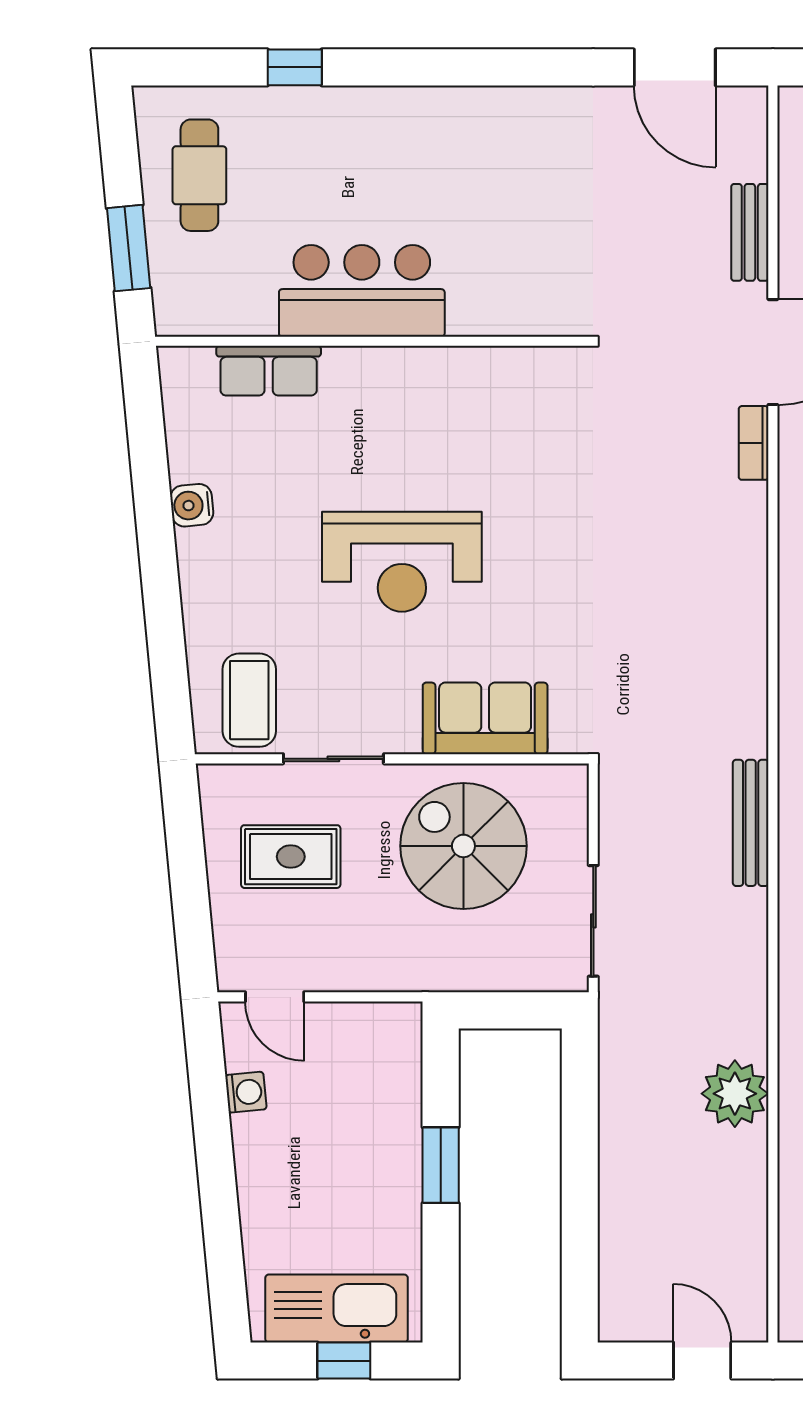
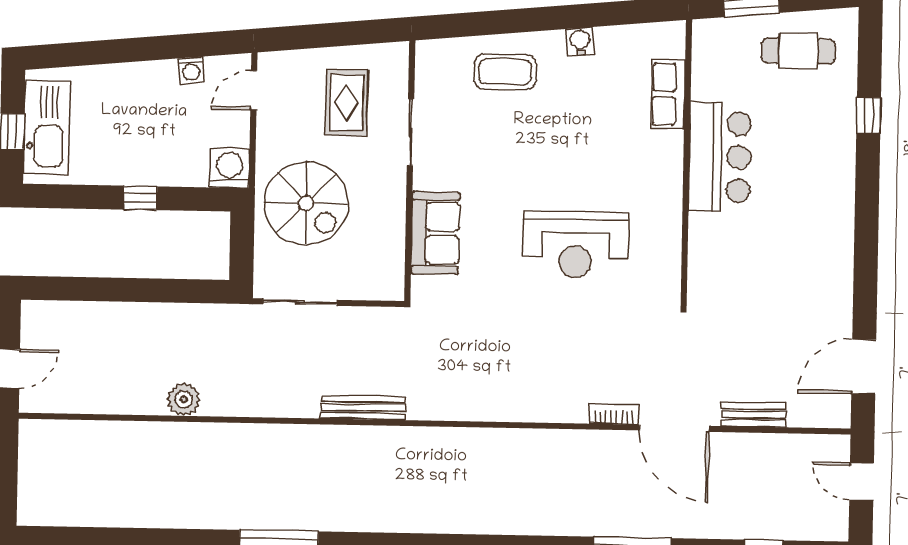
reception desk: (402, 562) -> (575, 245), moved, turned -90
coffee table: (249, 700) -> (505, 72), moved
spiral stairs: (463, 846) -> (306, 203), moved, turned 90
washing machine: (393, 1031) -> (230, 168), added
plant: (735, 1094) -> (184, 400), width x0.73, depth x0.73
window: (441, 1165) -> (140, 198), width x0.67

